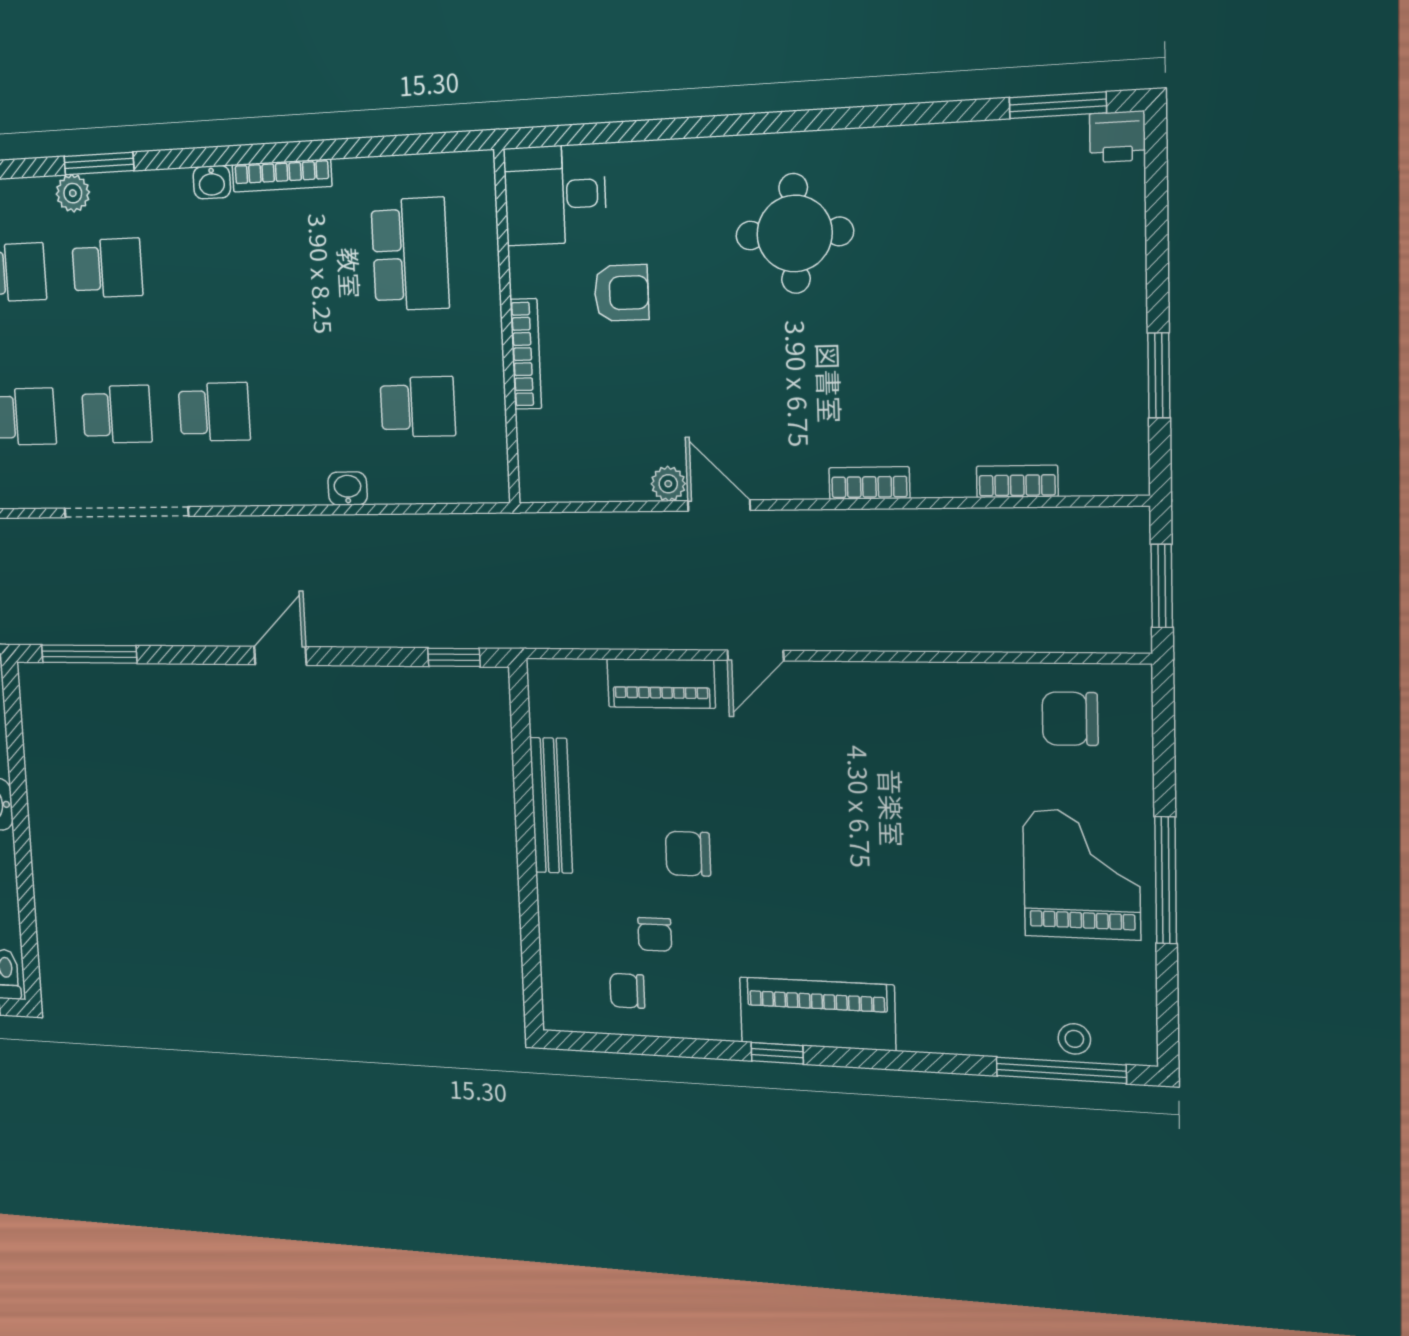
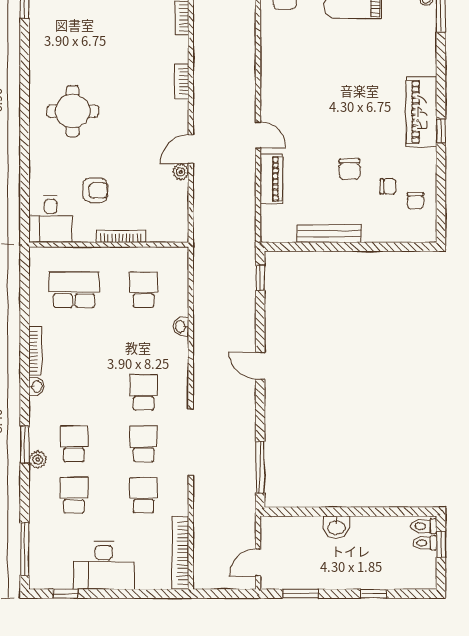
armchair: (621, 293) -> (95, 190), turned 90

